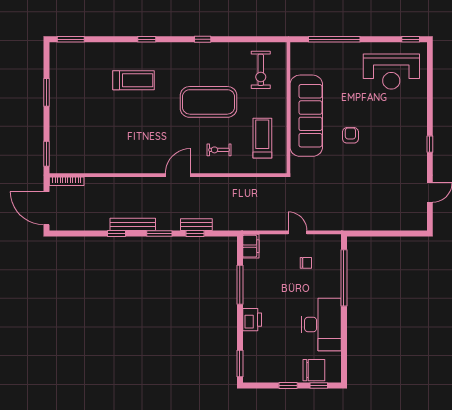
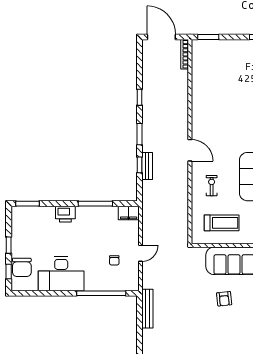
armchair: (350, 135) -> (224, 299), turned 84
door: (47, 208) -> (161, 37), hinge flipped
bench: (133, 224) -> (147, 309), moved

